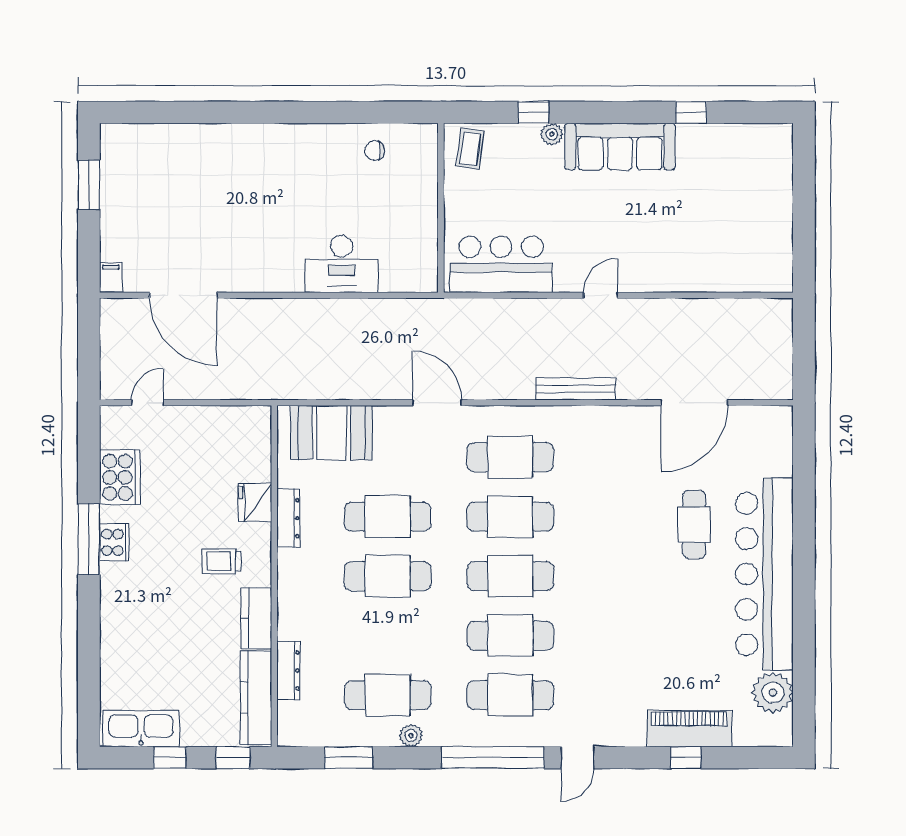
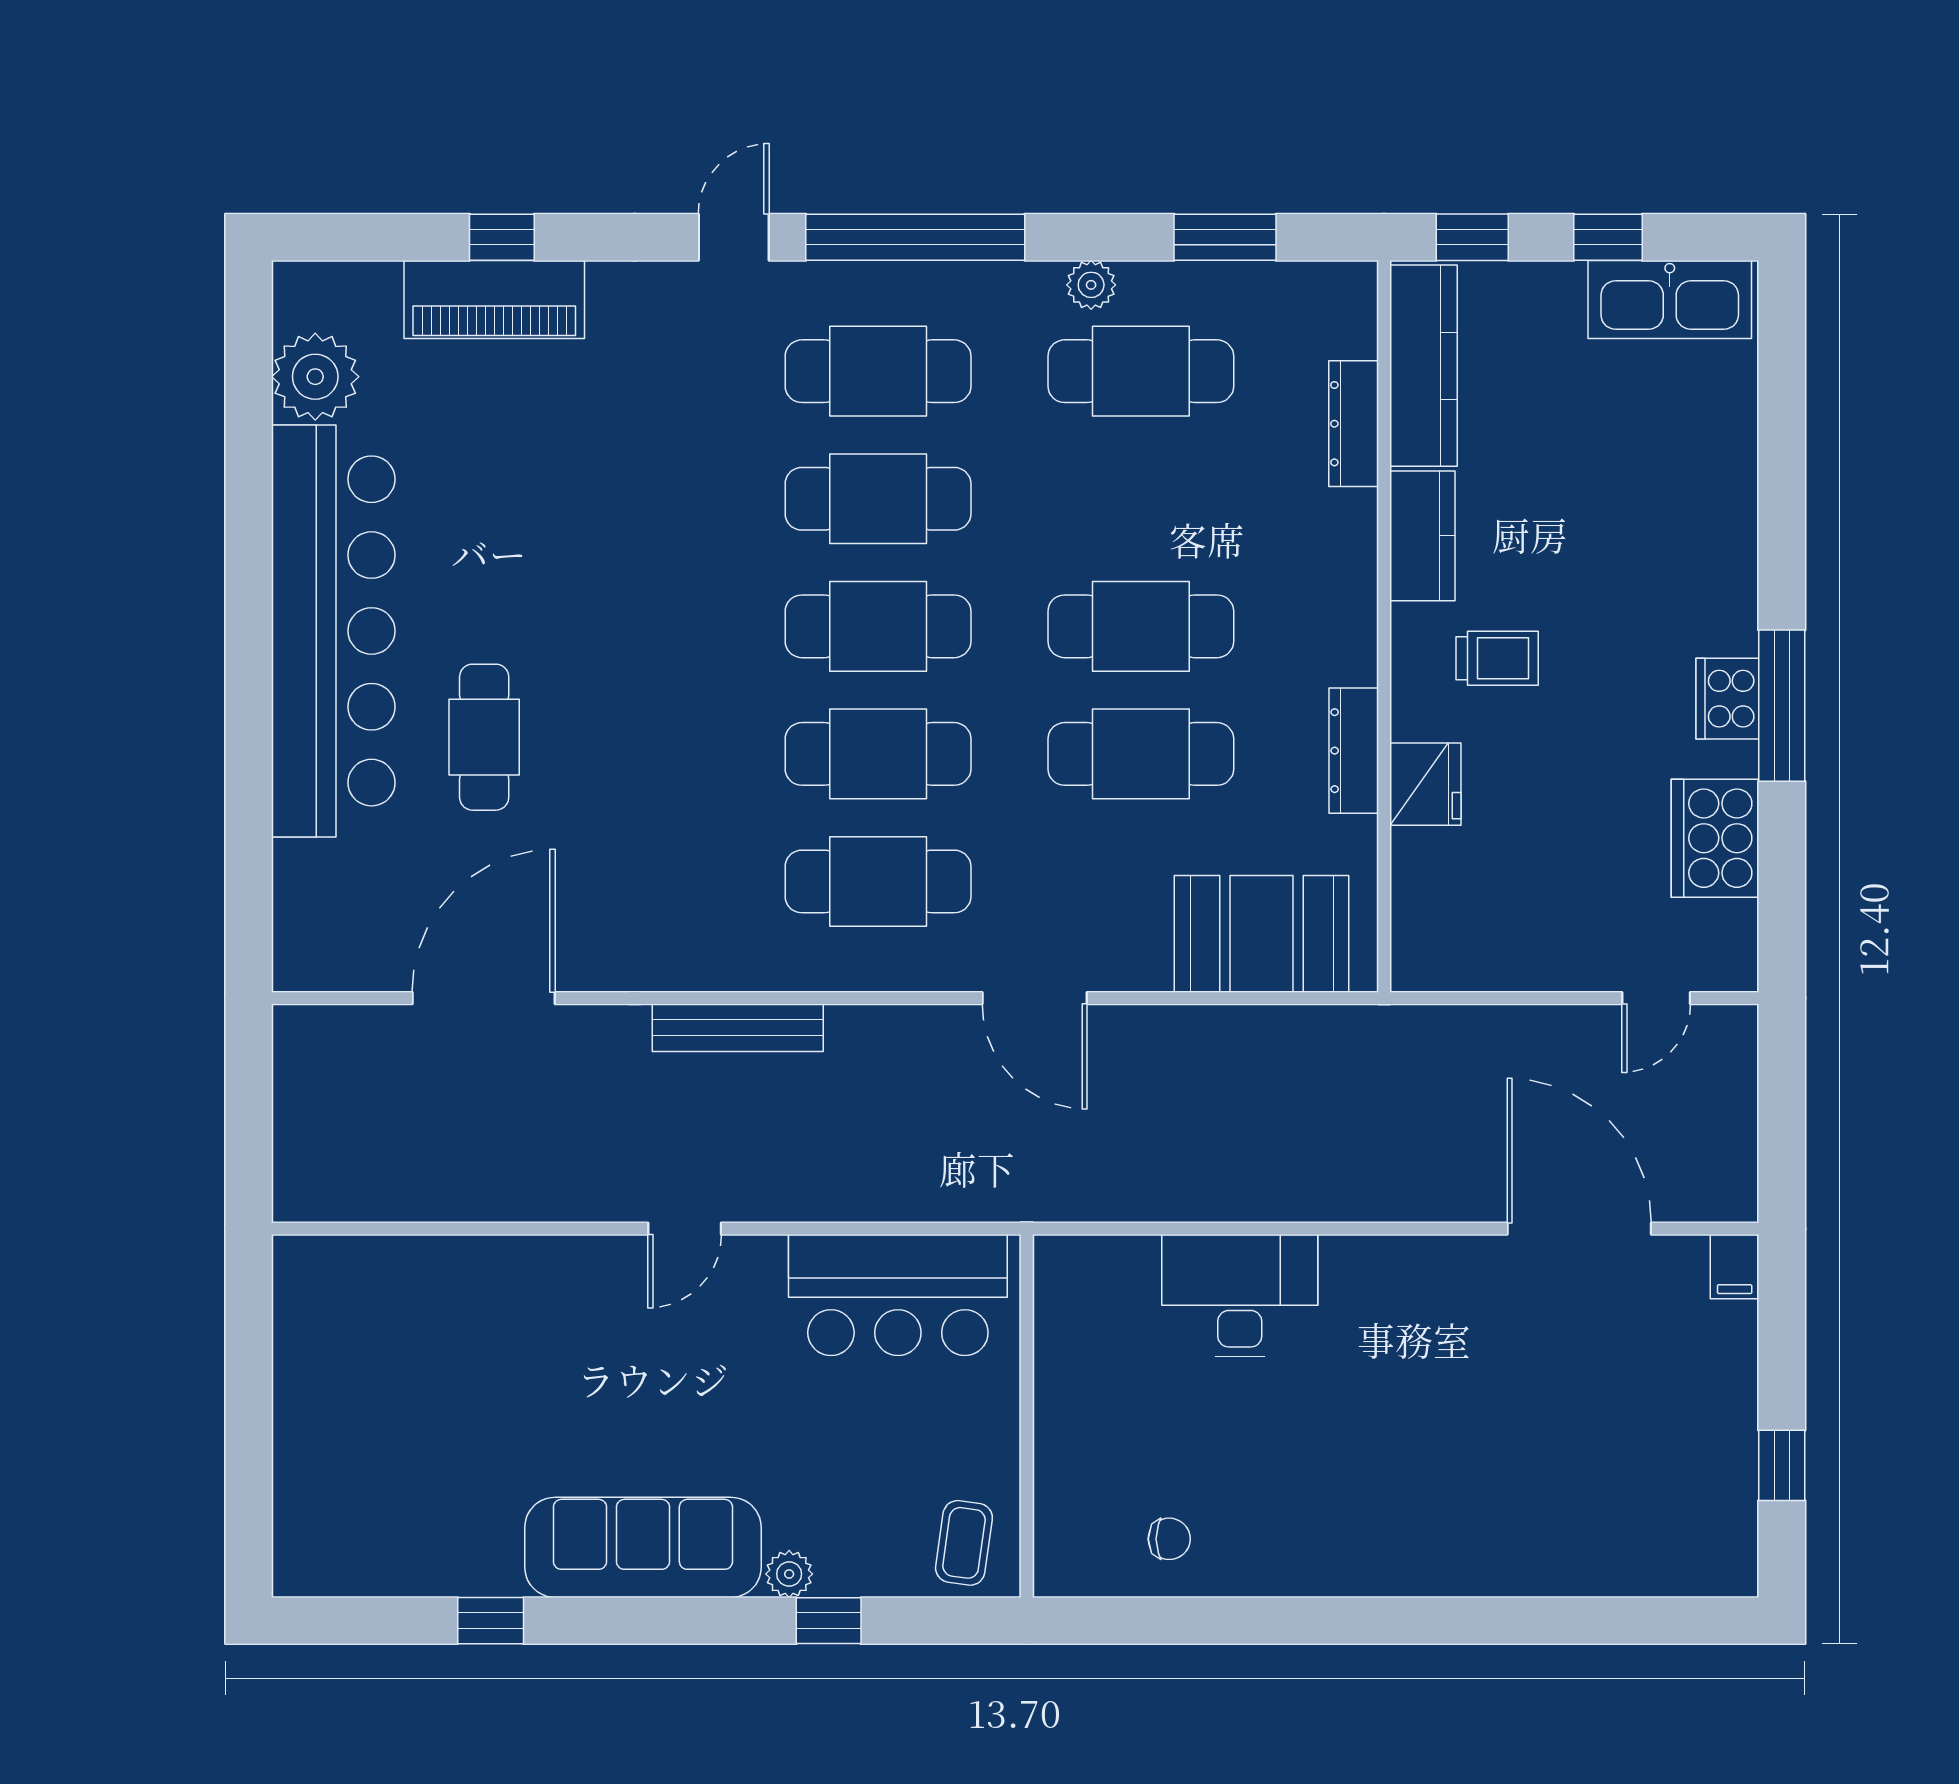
window: (89, 185) -> (1782, 1465), width x0.67

